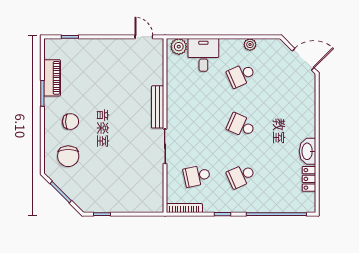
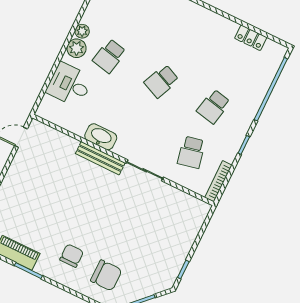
plant: (179, 47) -> (76, 48), moved
school desk: (241, 75) -> (109, 56), turned 36
washbasin: (308, 151) -> (101, 137), moved, turned 180
school desk: (241, 176) -> (214, 106), turned 36

